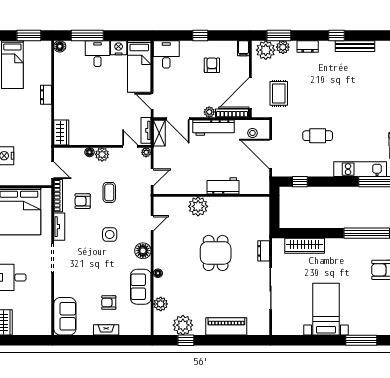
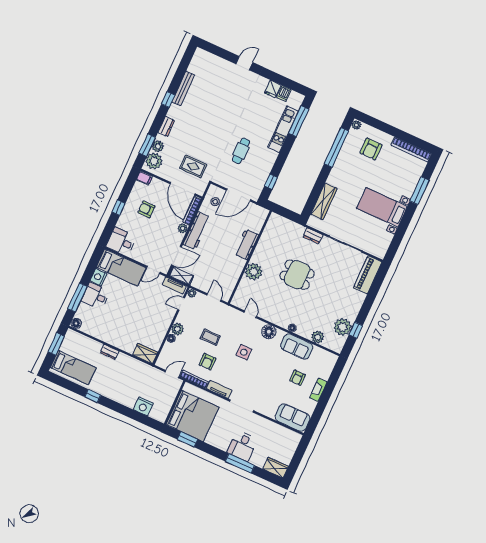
piano: (226, 326) -> (368, 275), moved

